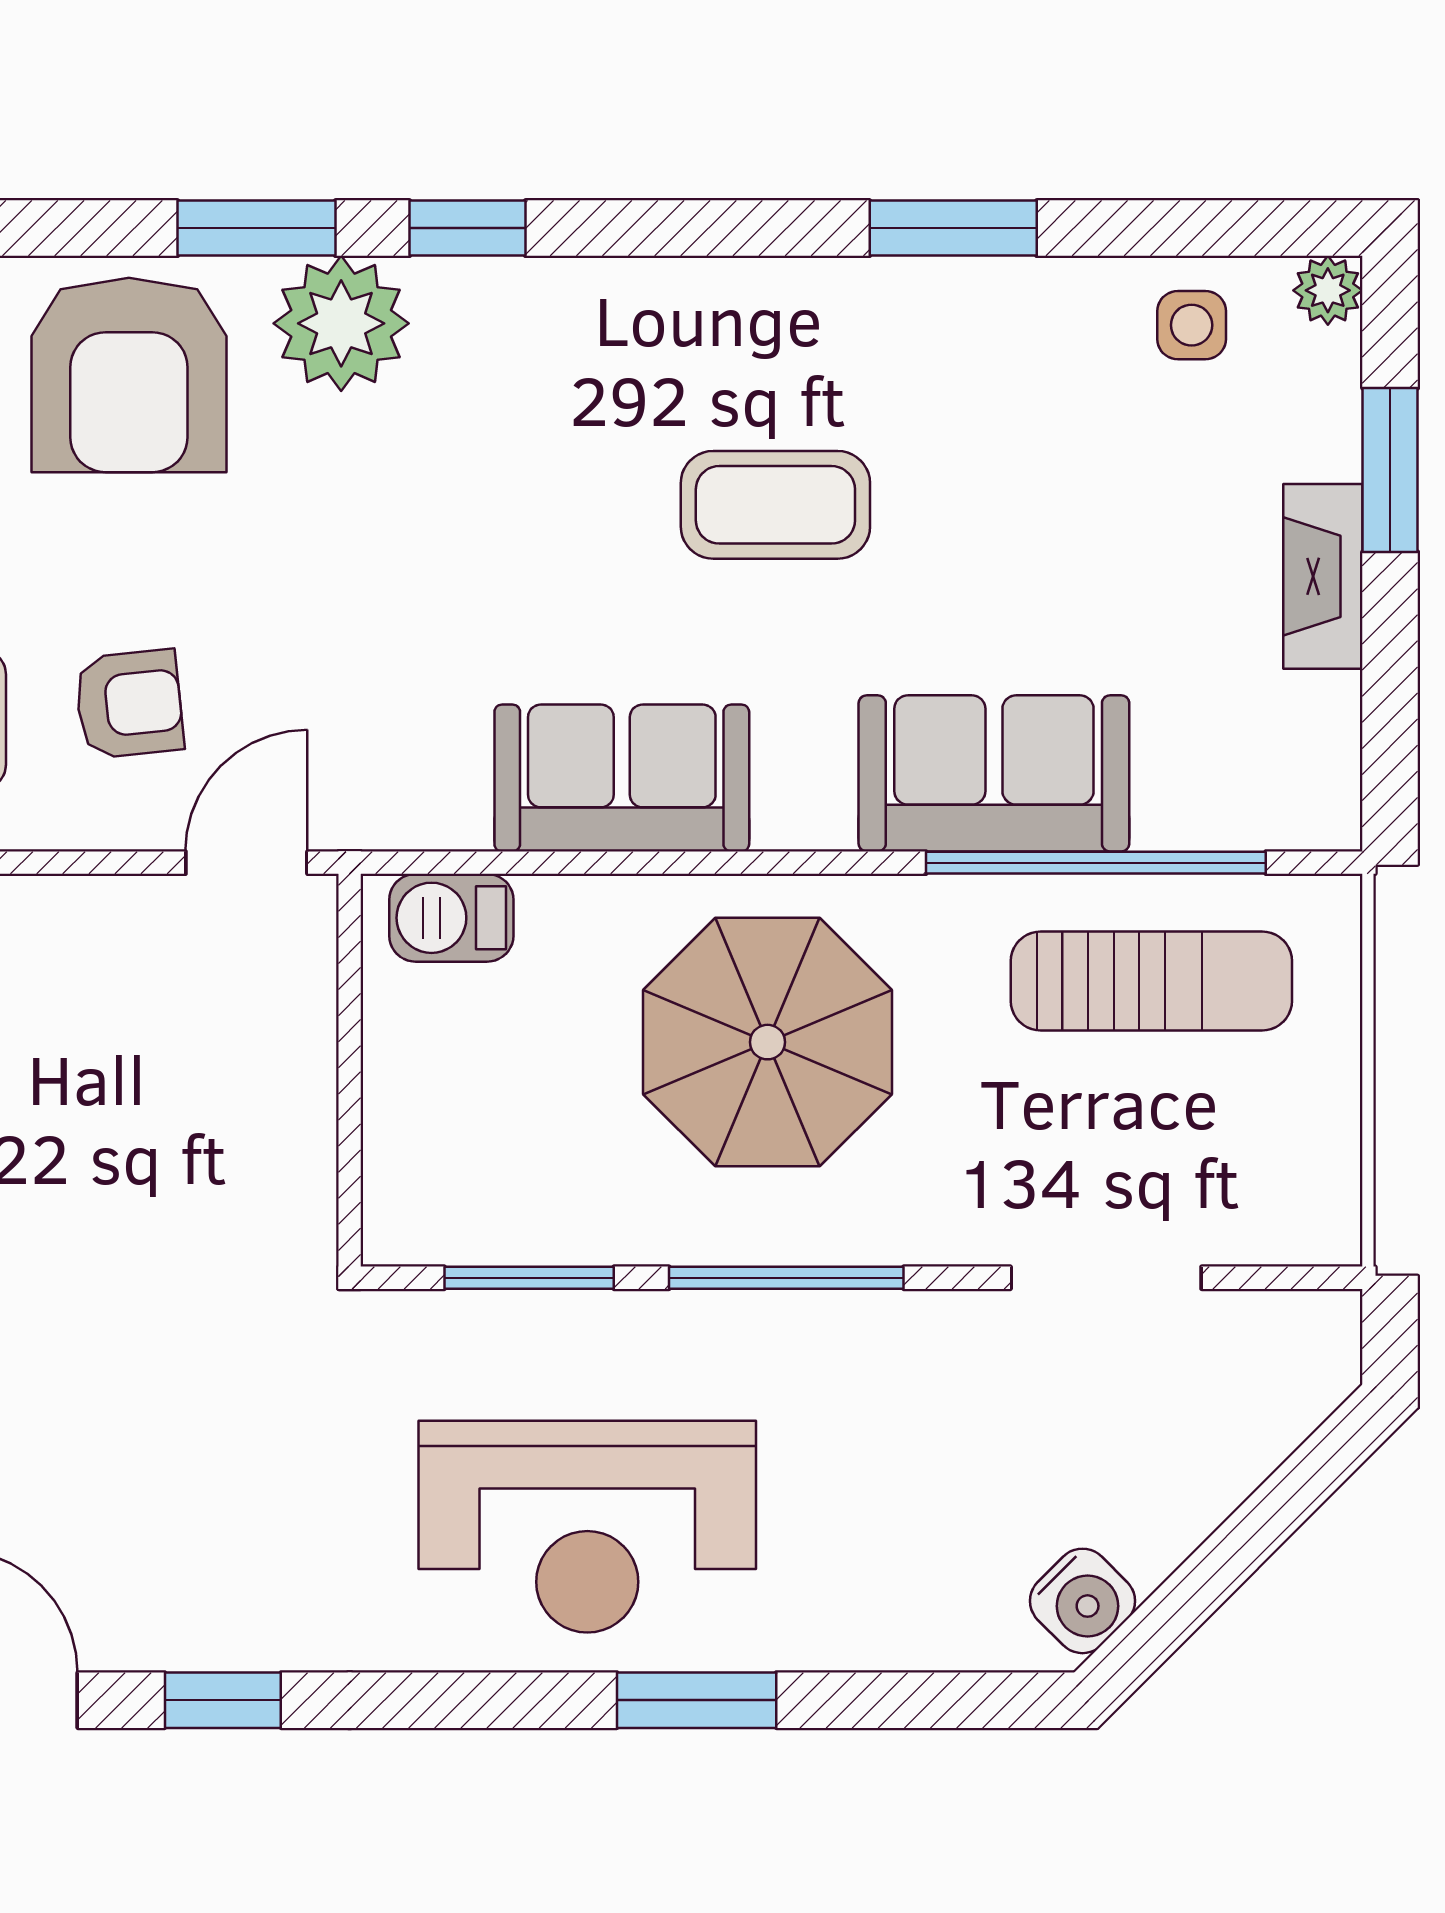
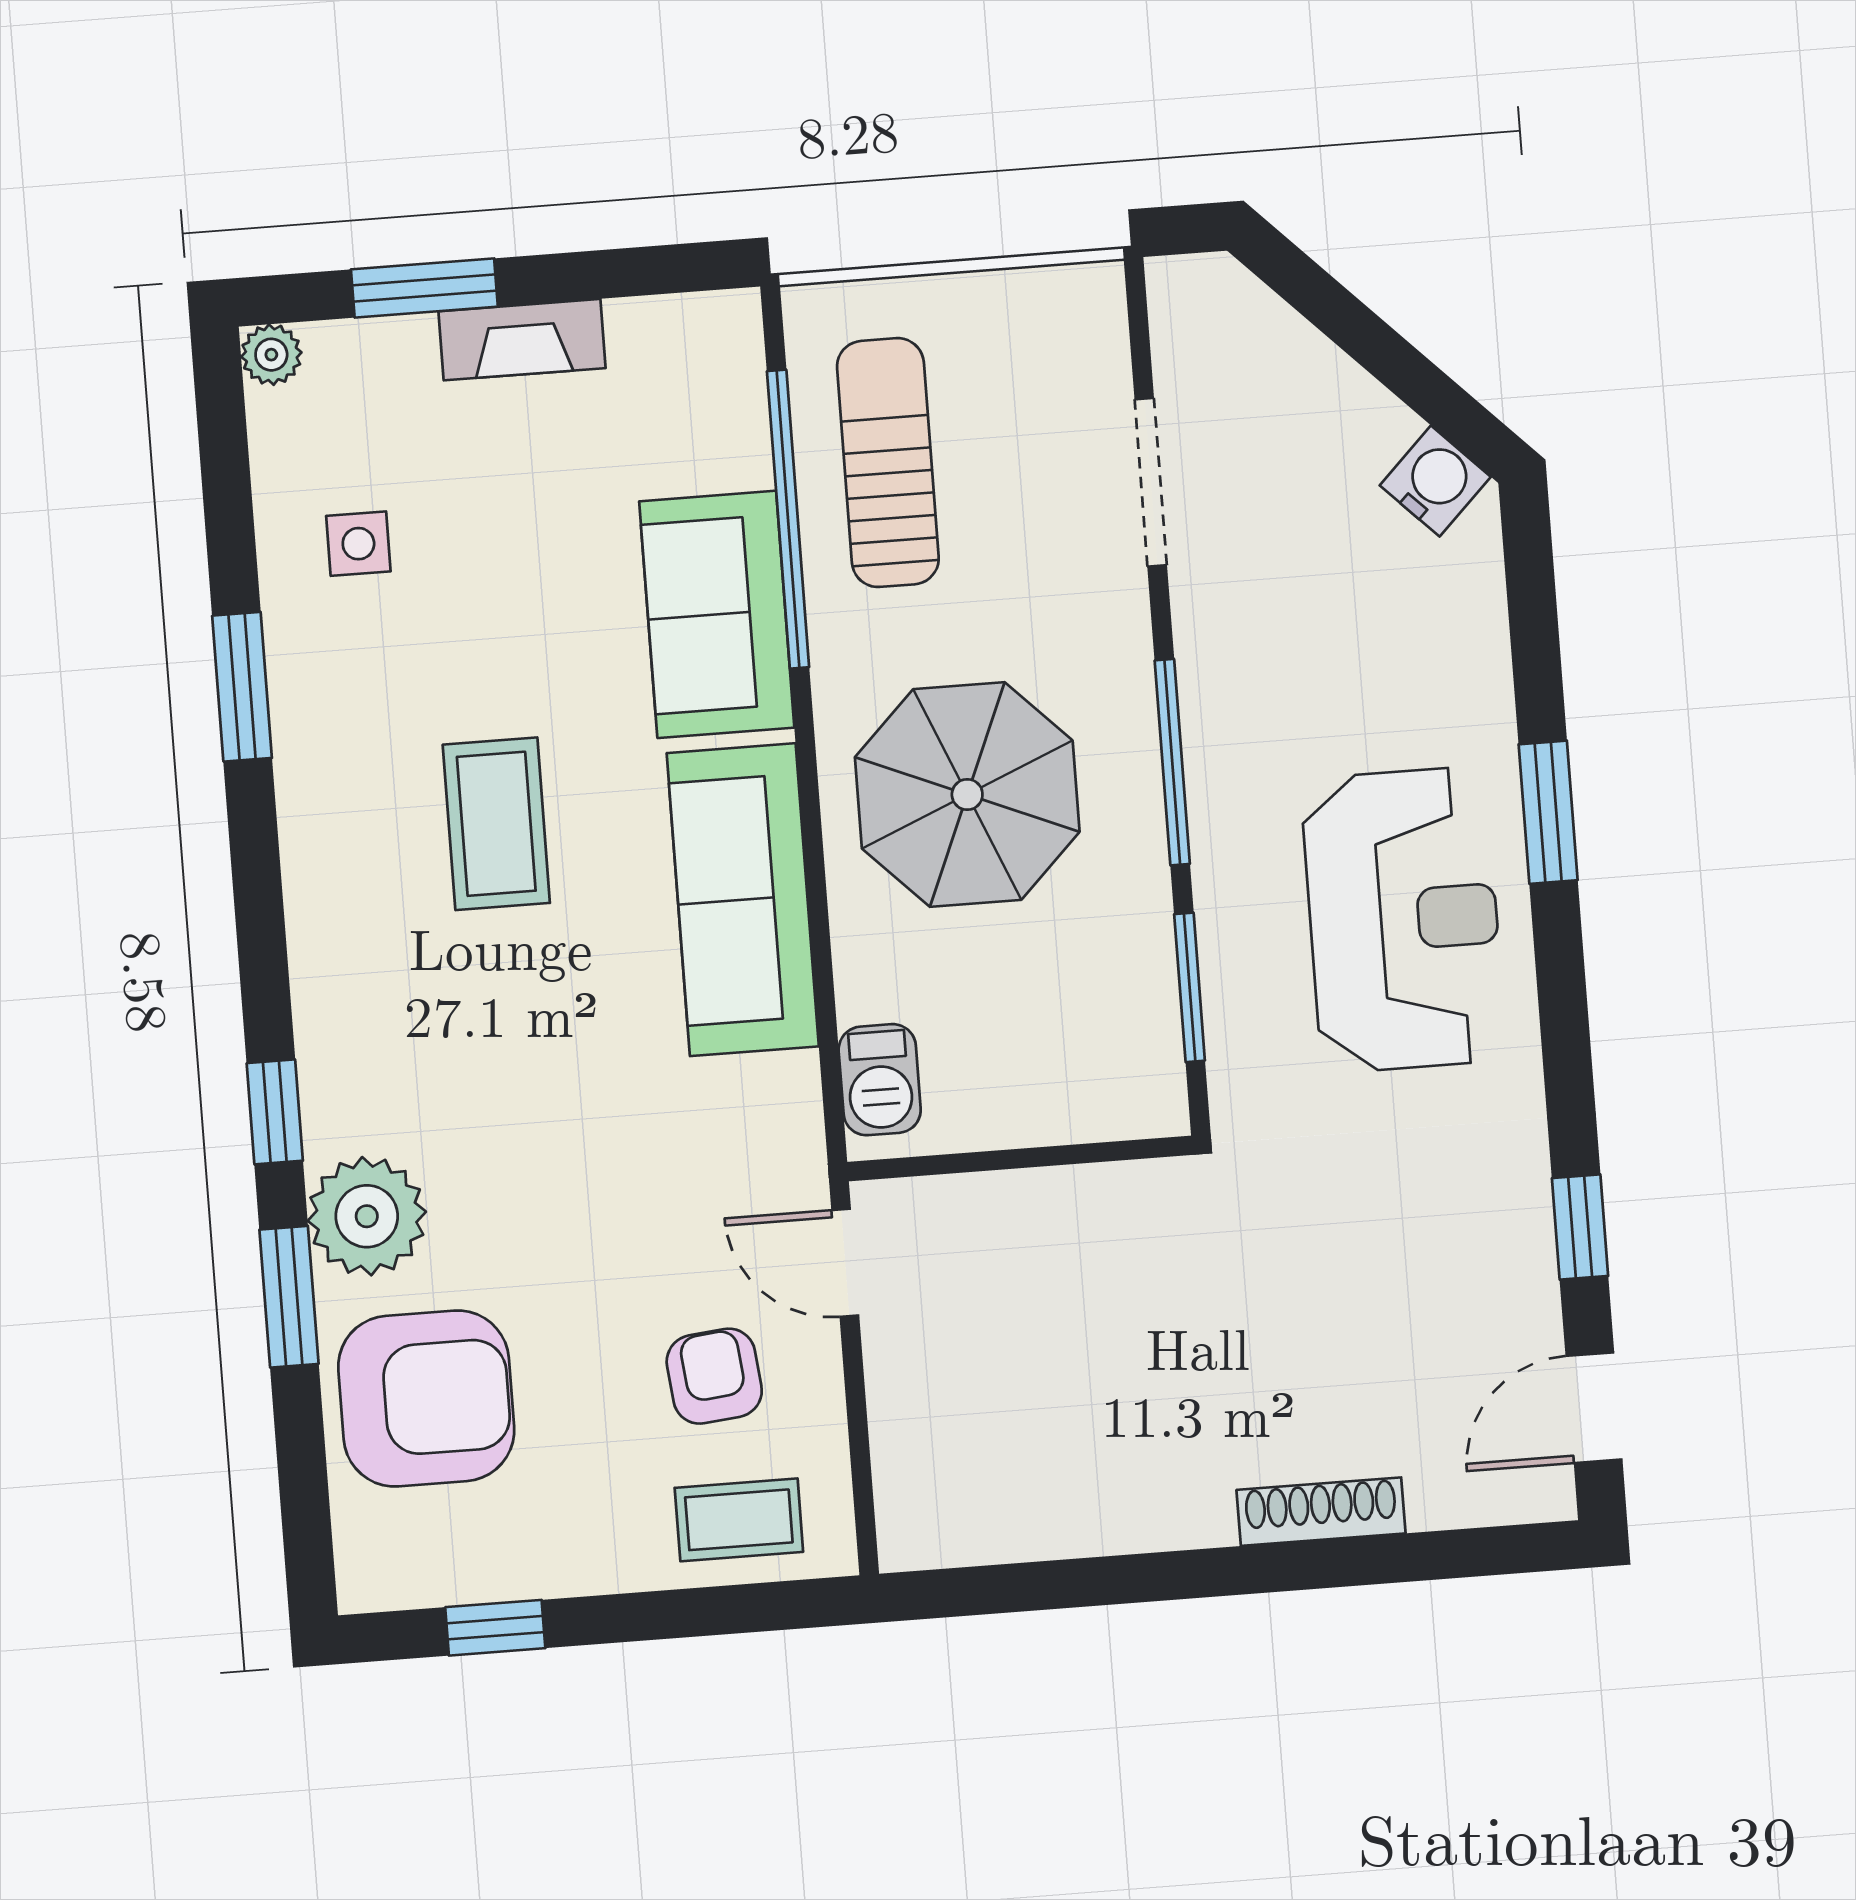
side table: (1192, 325) -> (358, 544), moved
sofa: (622, 778) -> (743, 900), width x1.36

